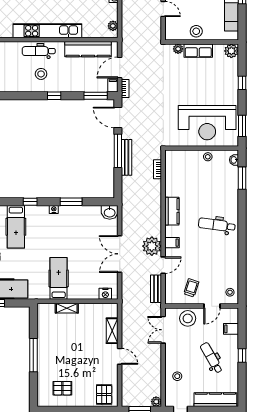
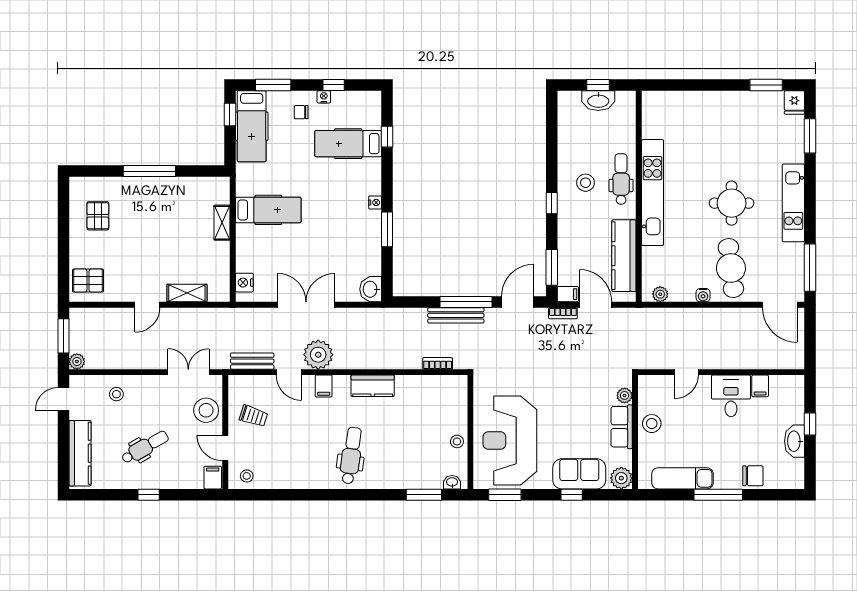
sofa: (229, 78) -> (579, 474), added
window: (30, 202) -> (387, 137), moved
filing cabinet: (231, 329) -> (213, 478), moved

